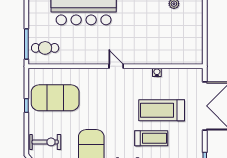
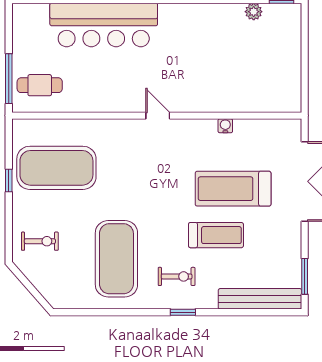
exercise bike: (45, 142) -> (40, 241), width x0.73, depth x0.72

